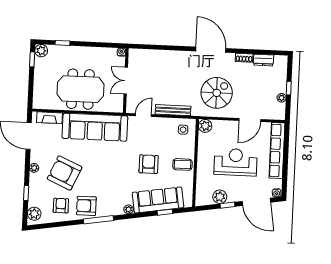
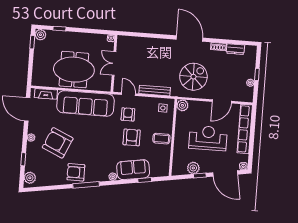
door: (143, 115) -> (128, 94), hinge flipped
sofa: (158, 200) -> (133, 170), width x0.73
armchair: (61, 206) -> (128, 114), moved

